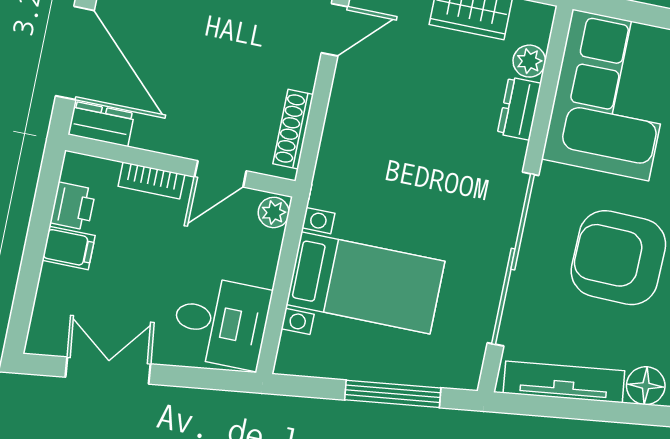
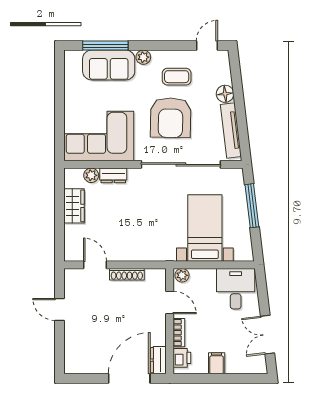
shoe rack: (293, 129) -> (127, 274), moved
printer: (73, 206) -> (182, 358), moved, turned 90

